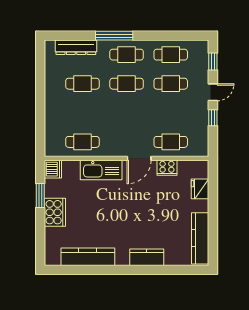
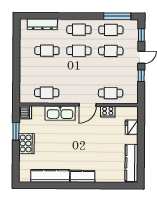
window: (114, 36) -> (117, 16), moved
kitchen counter: (147, 257) -> (82, 176), moved

